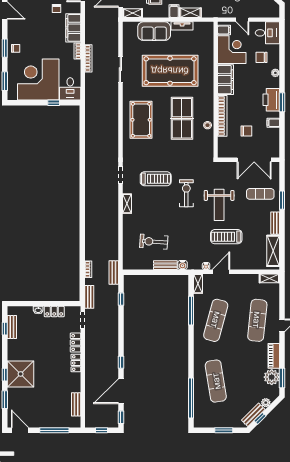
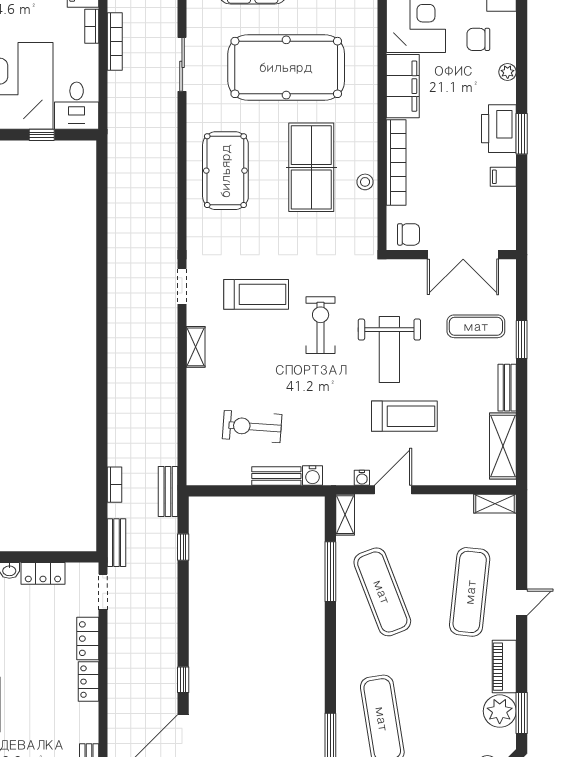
chair: (246, 131) -> (409, 234), moved
treadmill: (226, 237) -> (404, 416), turned 180
exercise mat: (216, 320) -> (382, 592), turned -36

